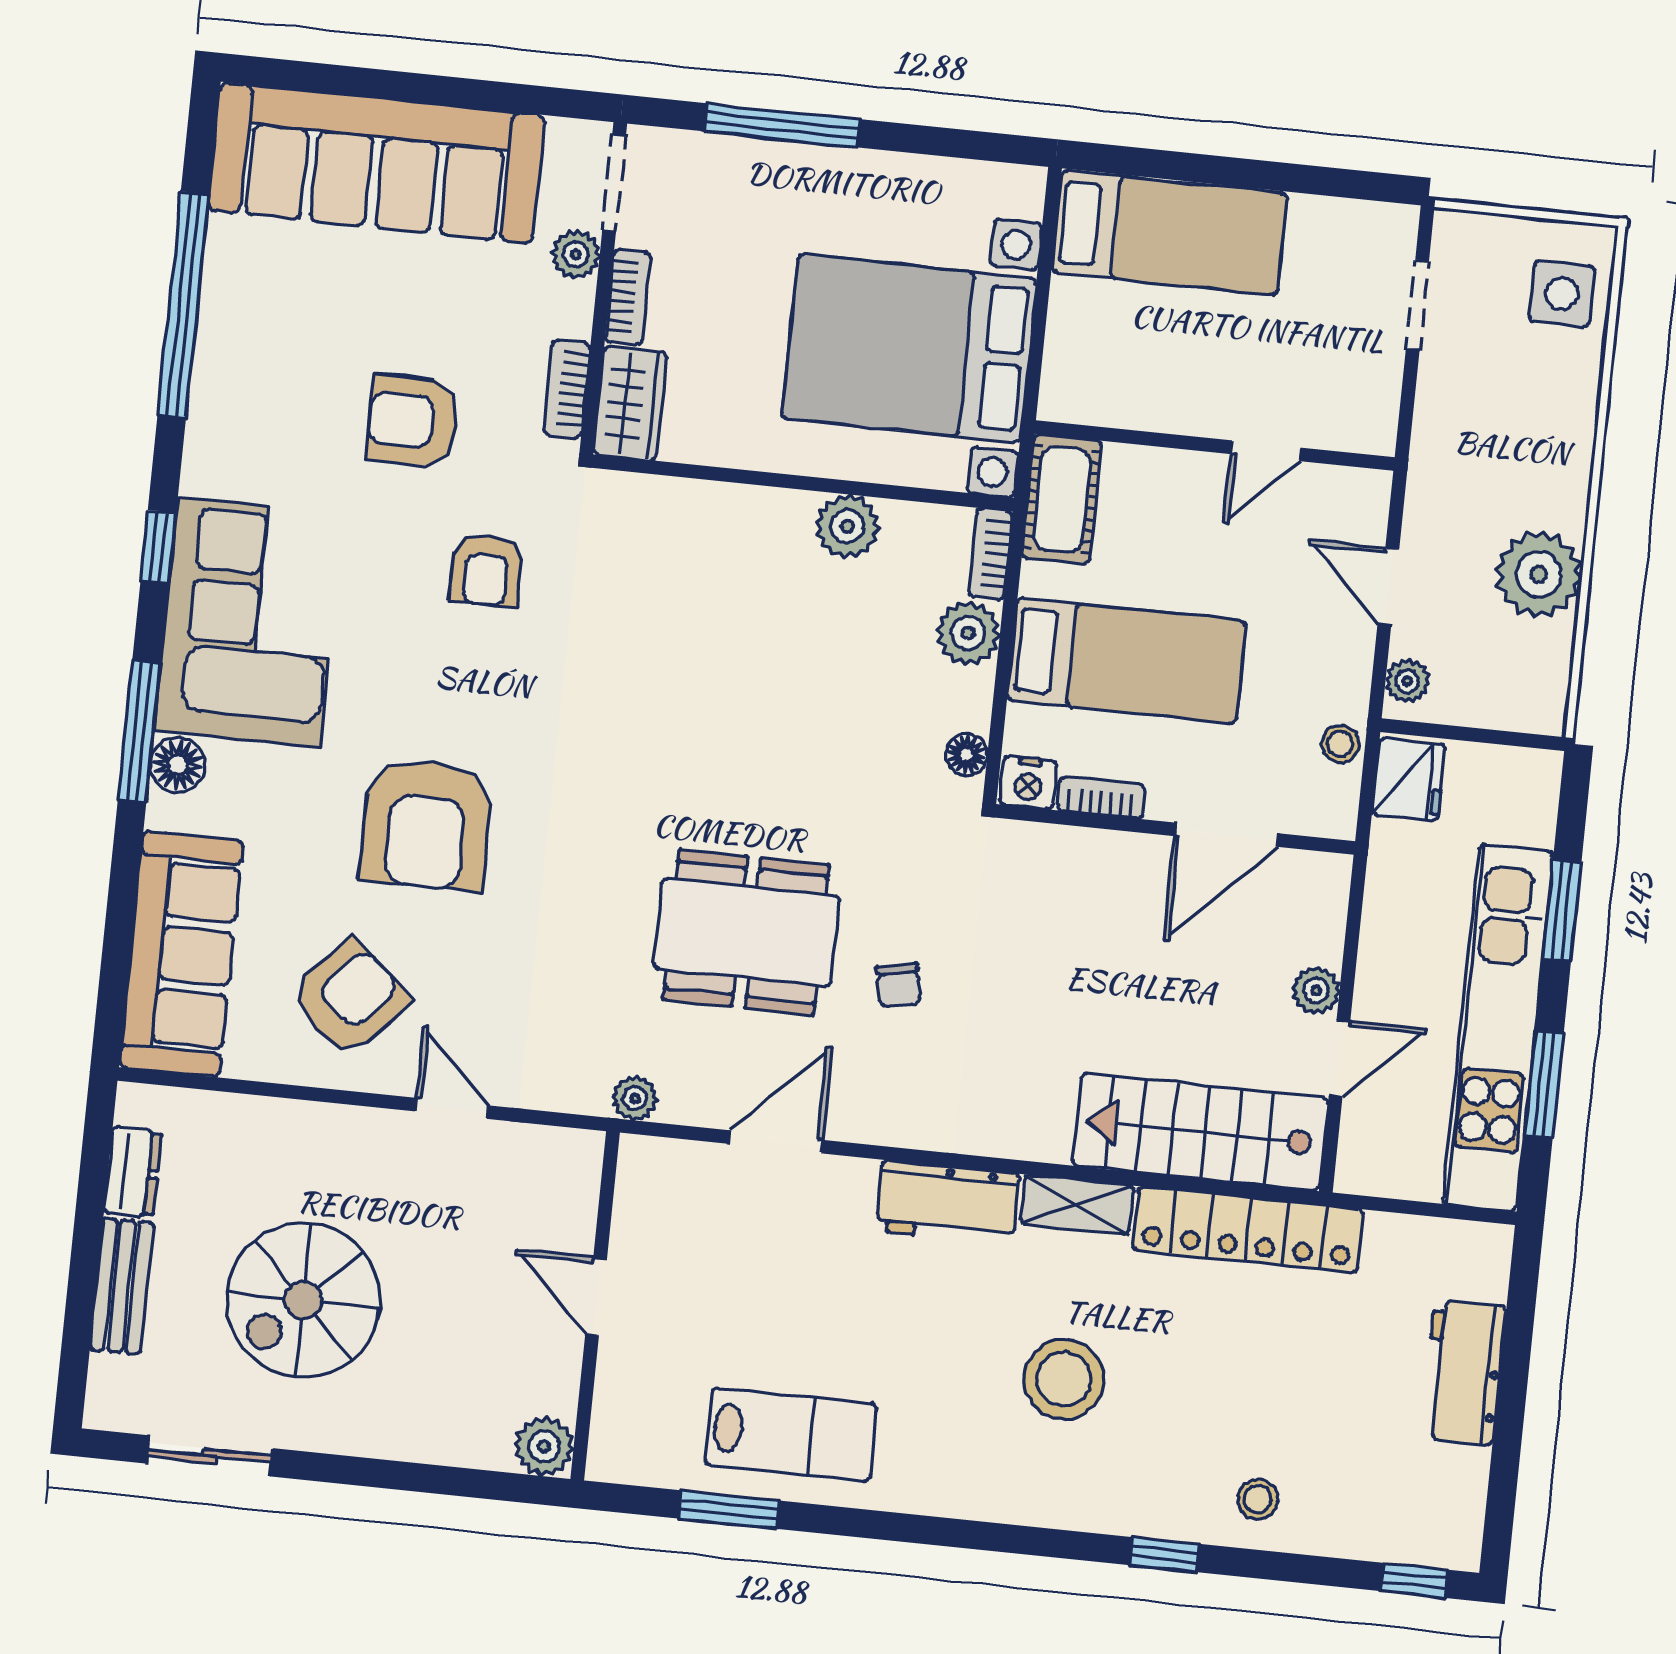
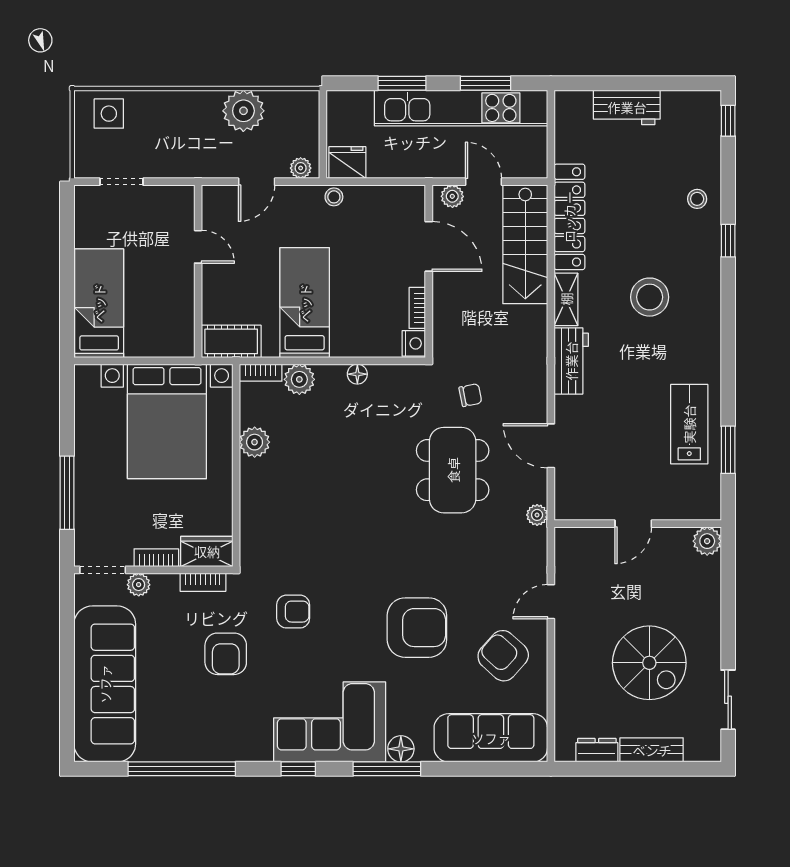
nightstand: (1028, 783) -> (414, 343), moved
bookcase: (1101, 798) -> (417, 308), moved
wall: (1175, 829) -> (429, 271), moved
door: (1227, 835) -> (429, 246), moved

